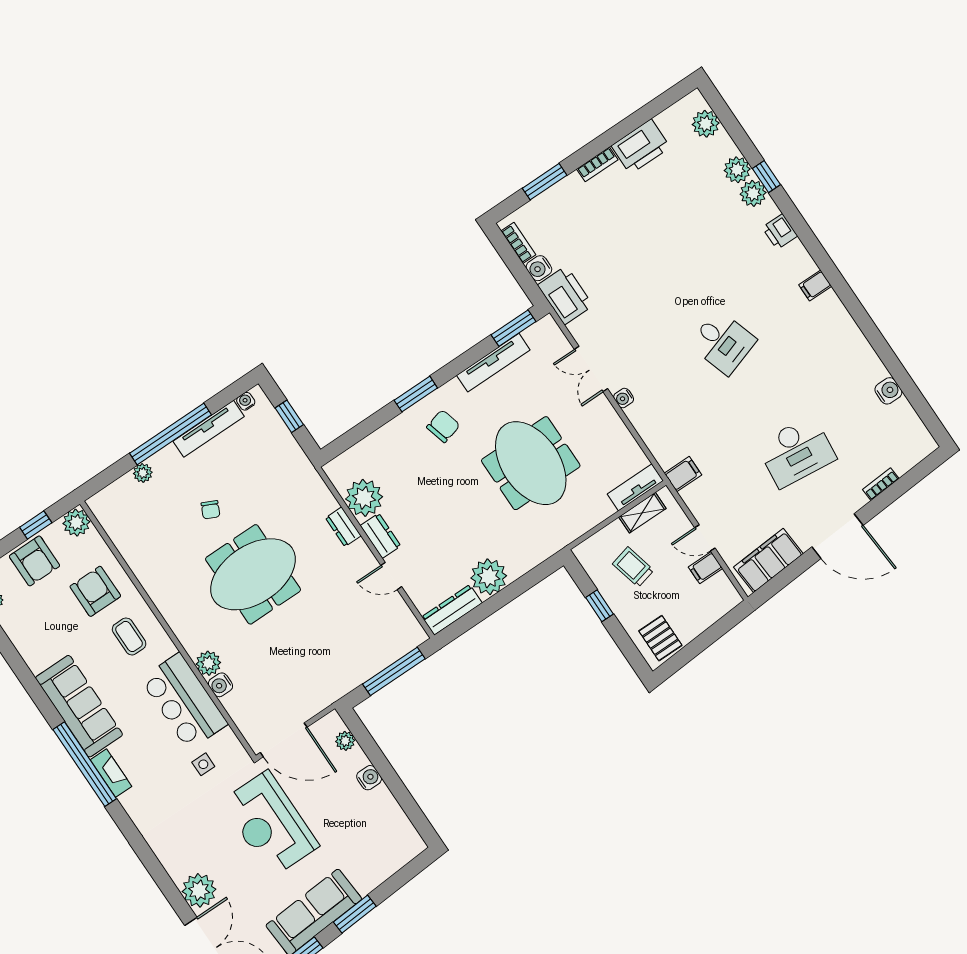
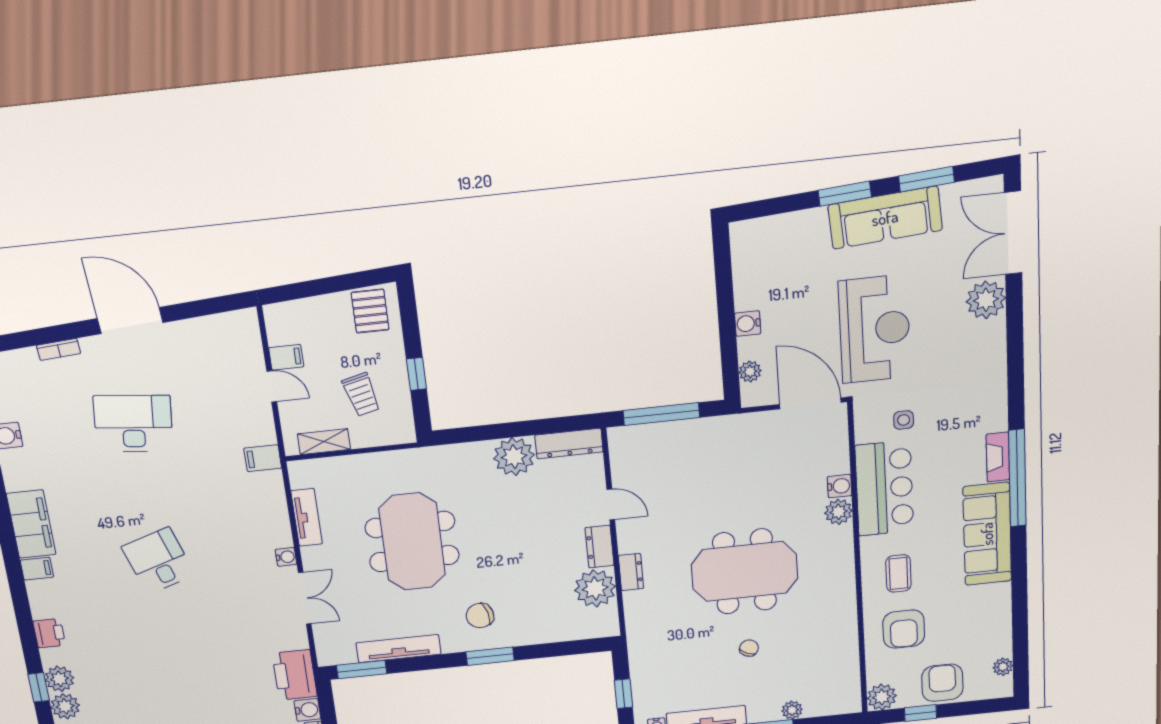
tv unit: (635, 487) -> (307, 517), moved, turned -90
filing cabinet: (768, 560) -> (31, 524), moved, turned -86

